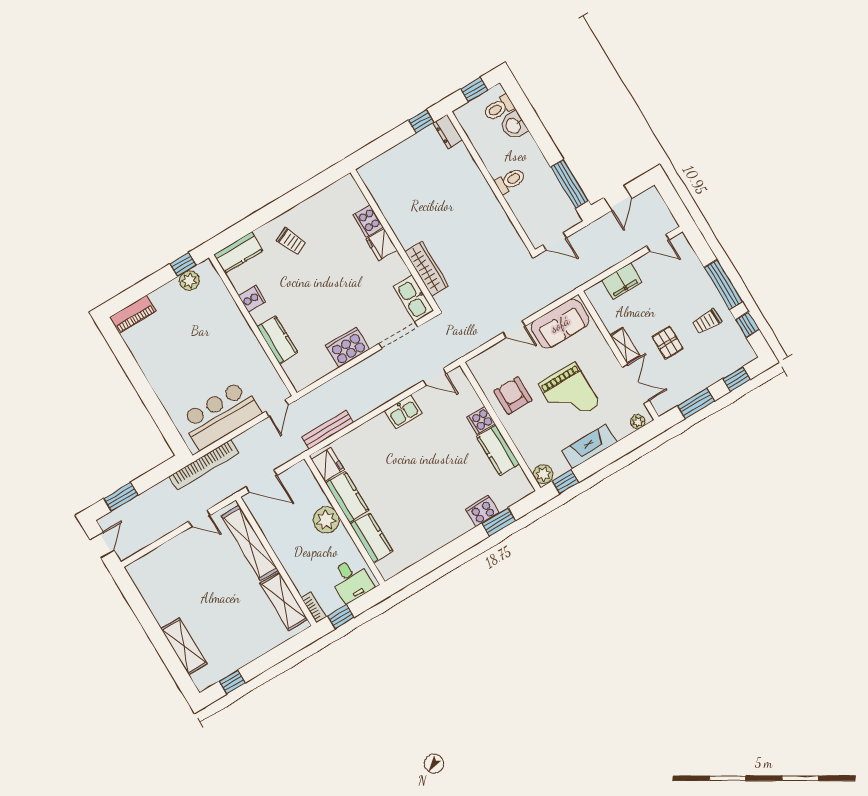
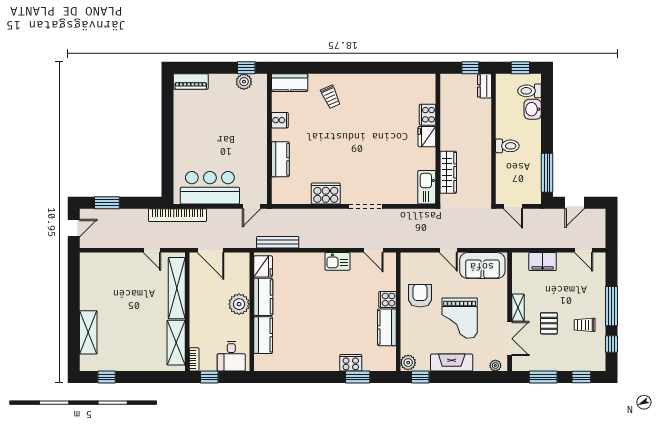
cooker: (368, 221) -> (428, 115), moved
wall: (395, 240) -> (438, 139), moved
fridge: (381, 245) -> (427, 137), moved
wardrobe: (427, 269) -> (448, 172), moved
kitchen sink: (414, 299) -> (427, 187), moved

